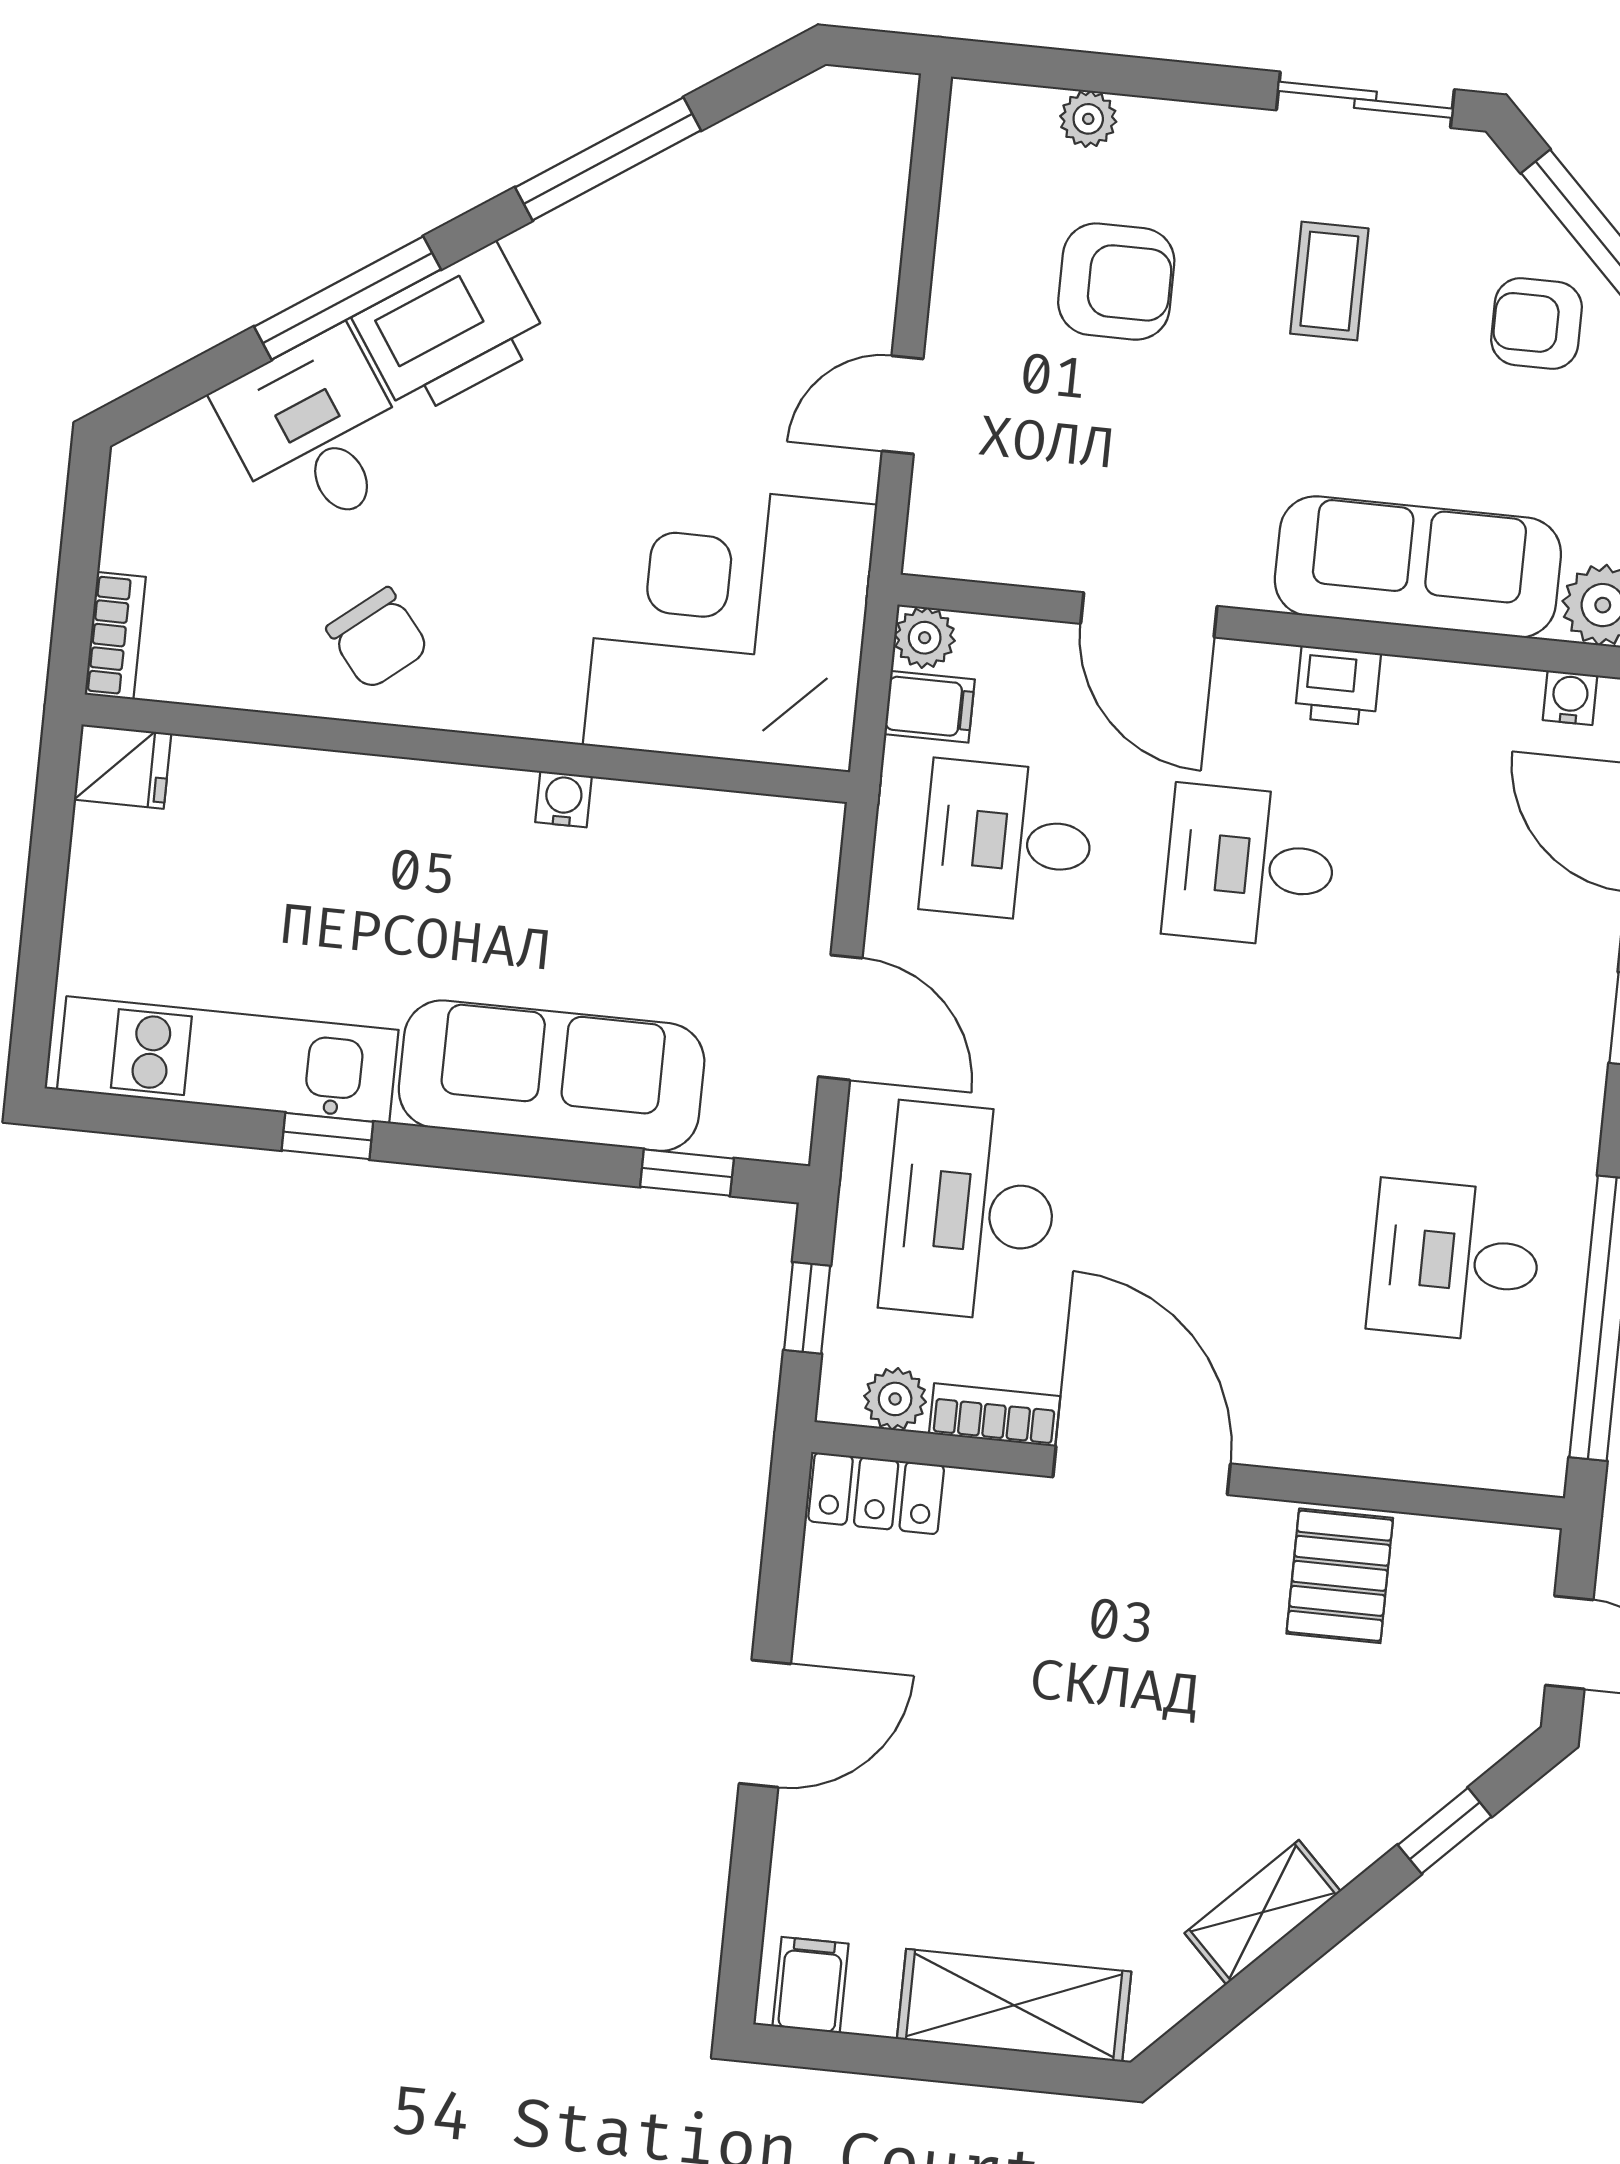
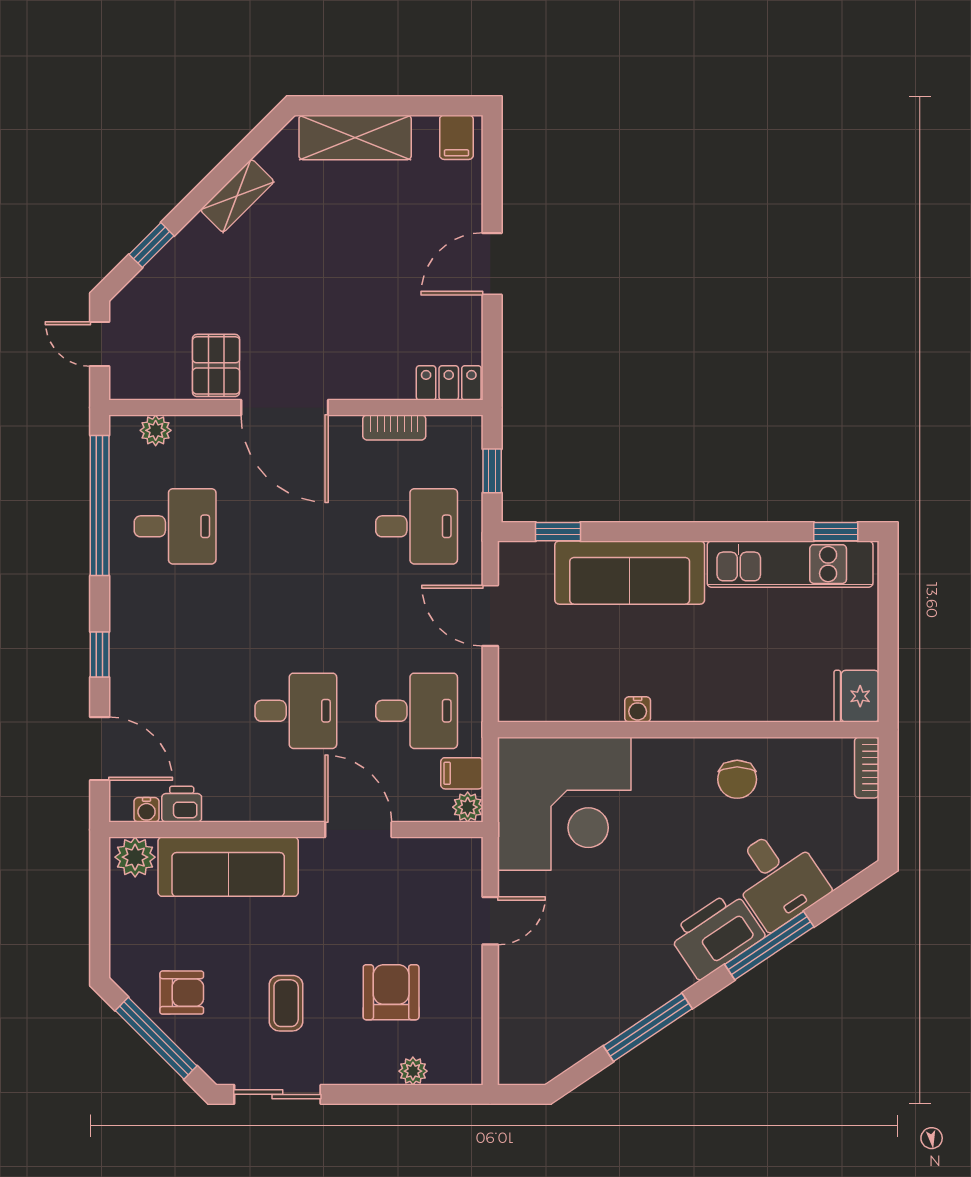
armchair: (1116, 282) -> (391, 992), turned 90
chair: (378, 639) -> (737, 779), turned -141
printer: (1338, 686) -> (182, 804), moved
fridge: (123, 766) -> (857, 696), width x1.38
window: (327, 1136) -> (836, 532), moved
desk: (970, 1212) -> (417, 526), width x0.73
plant: (895, 1399) -> (156, 430), moved
door: (1142, 1470) -> (285, 408), moved

